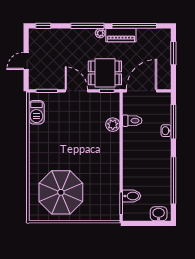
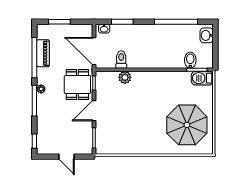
piano: (121, 35) -> (43, 53), moved
barbecue: (36, 112) -> (202, 78), moved, turned 180
window: (173, 122) -> (122, 22), width x0.69
washbasin: (166, 131) -> (104, 29), moved

